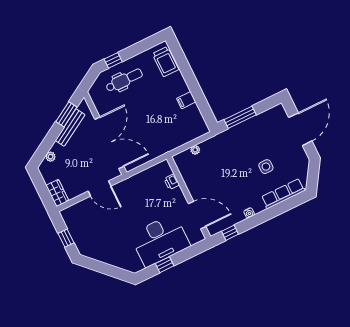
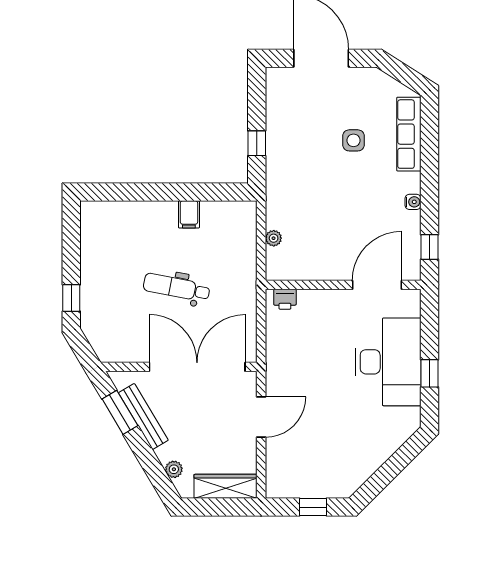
trolley: (165, 62) -> (113, 217), removed
dental chair: (124, 80) -> (177, 287), moved, turned -79
window: (240, 117) -> (257, 143), width x0.46
printer: (172, 182) -> (285, 299), moved
wardrobe: (57, 193) -> (225, 486), width x1.50

